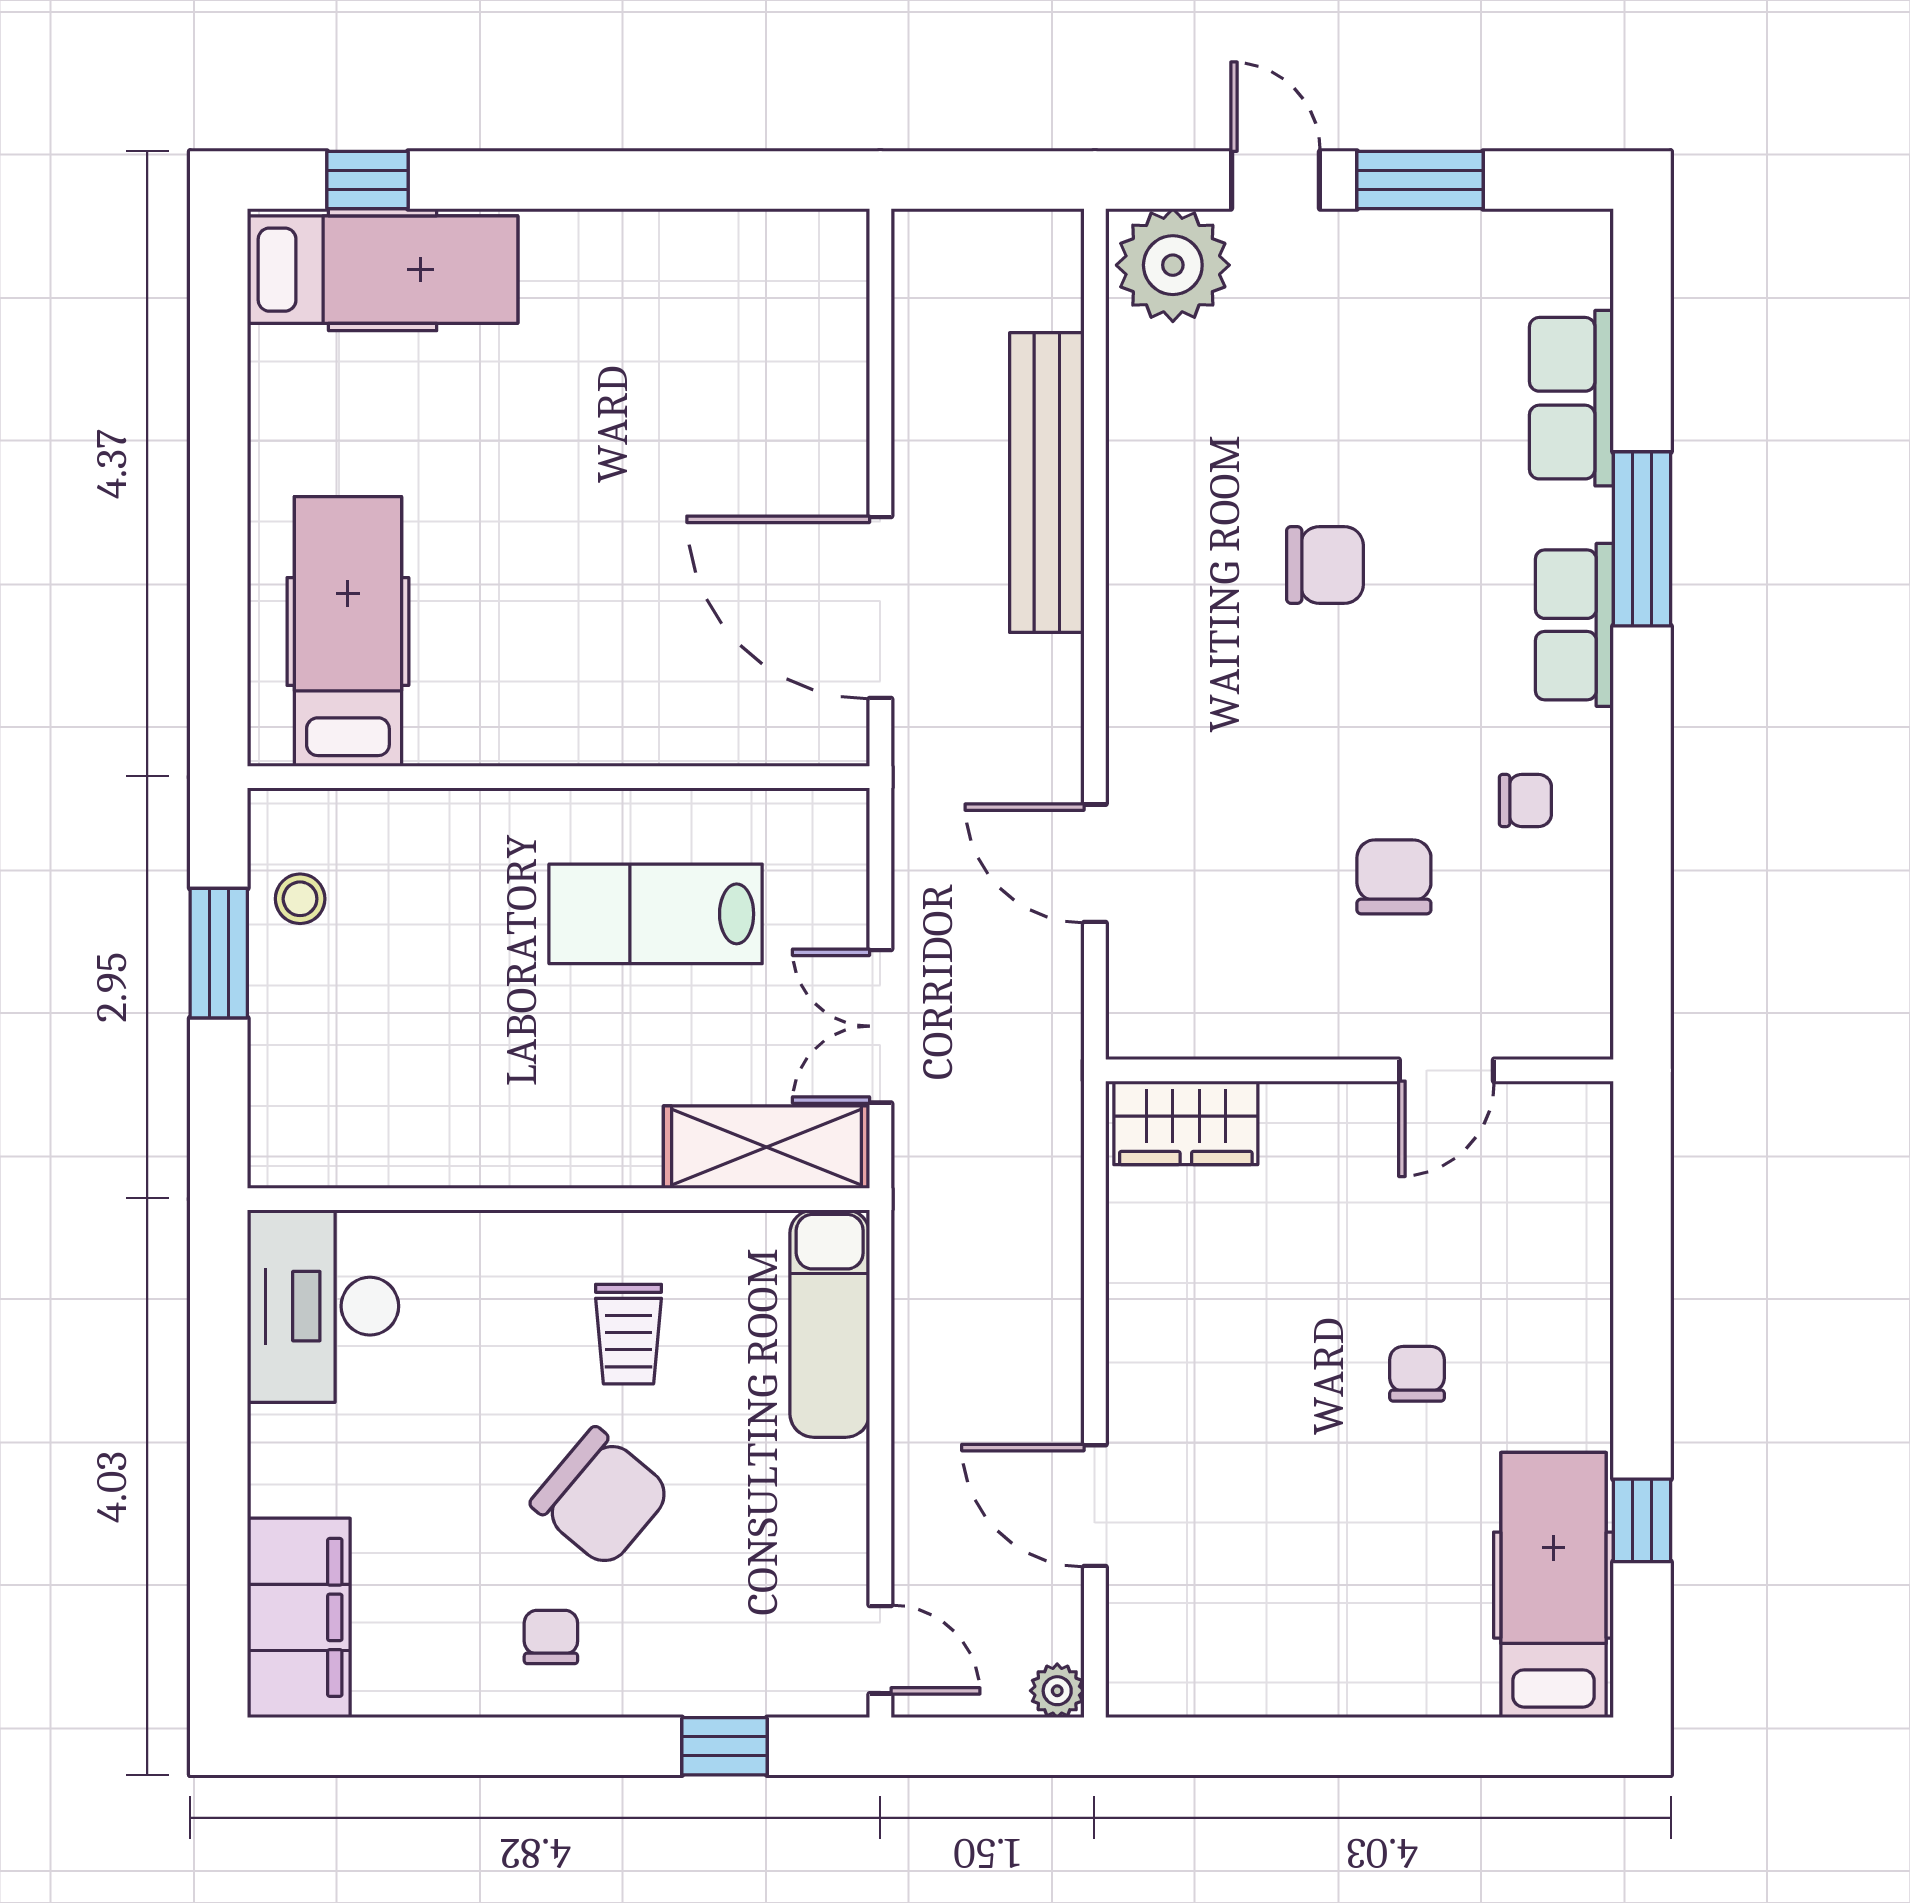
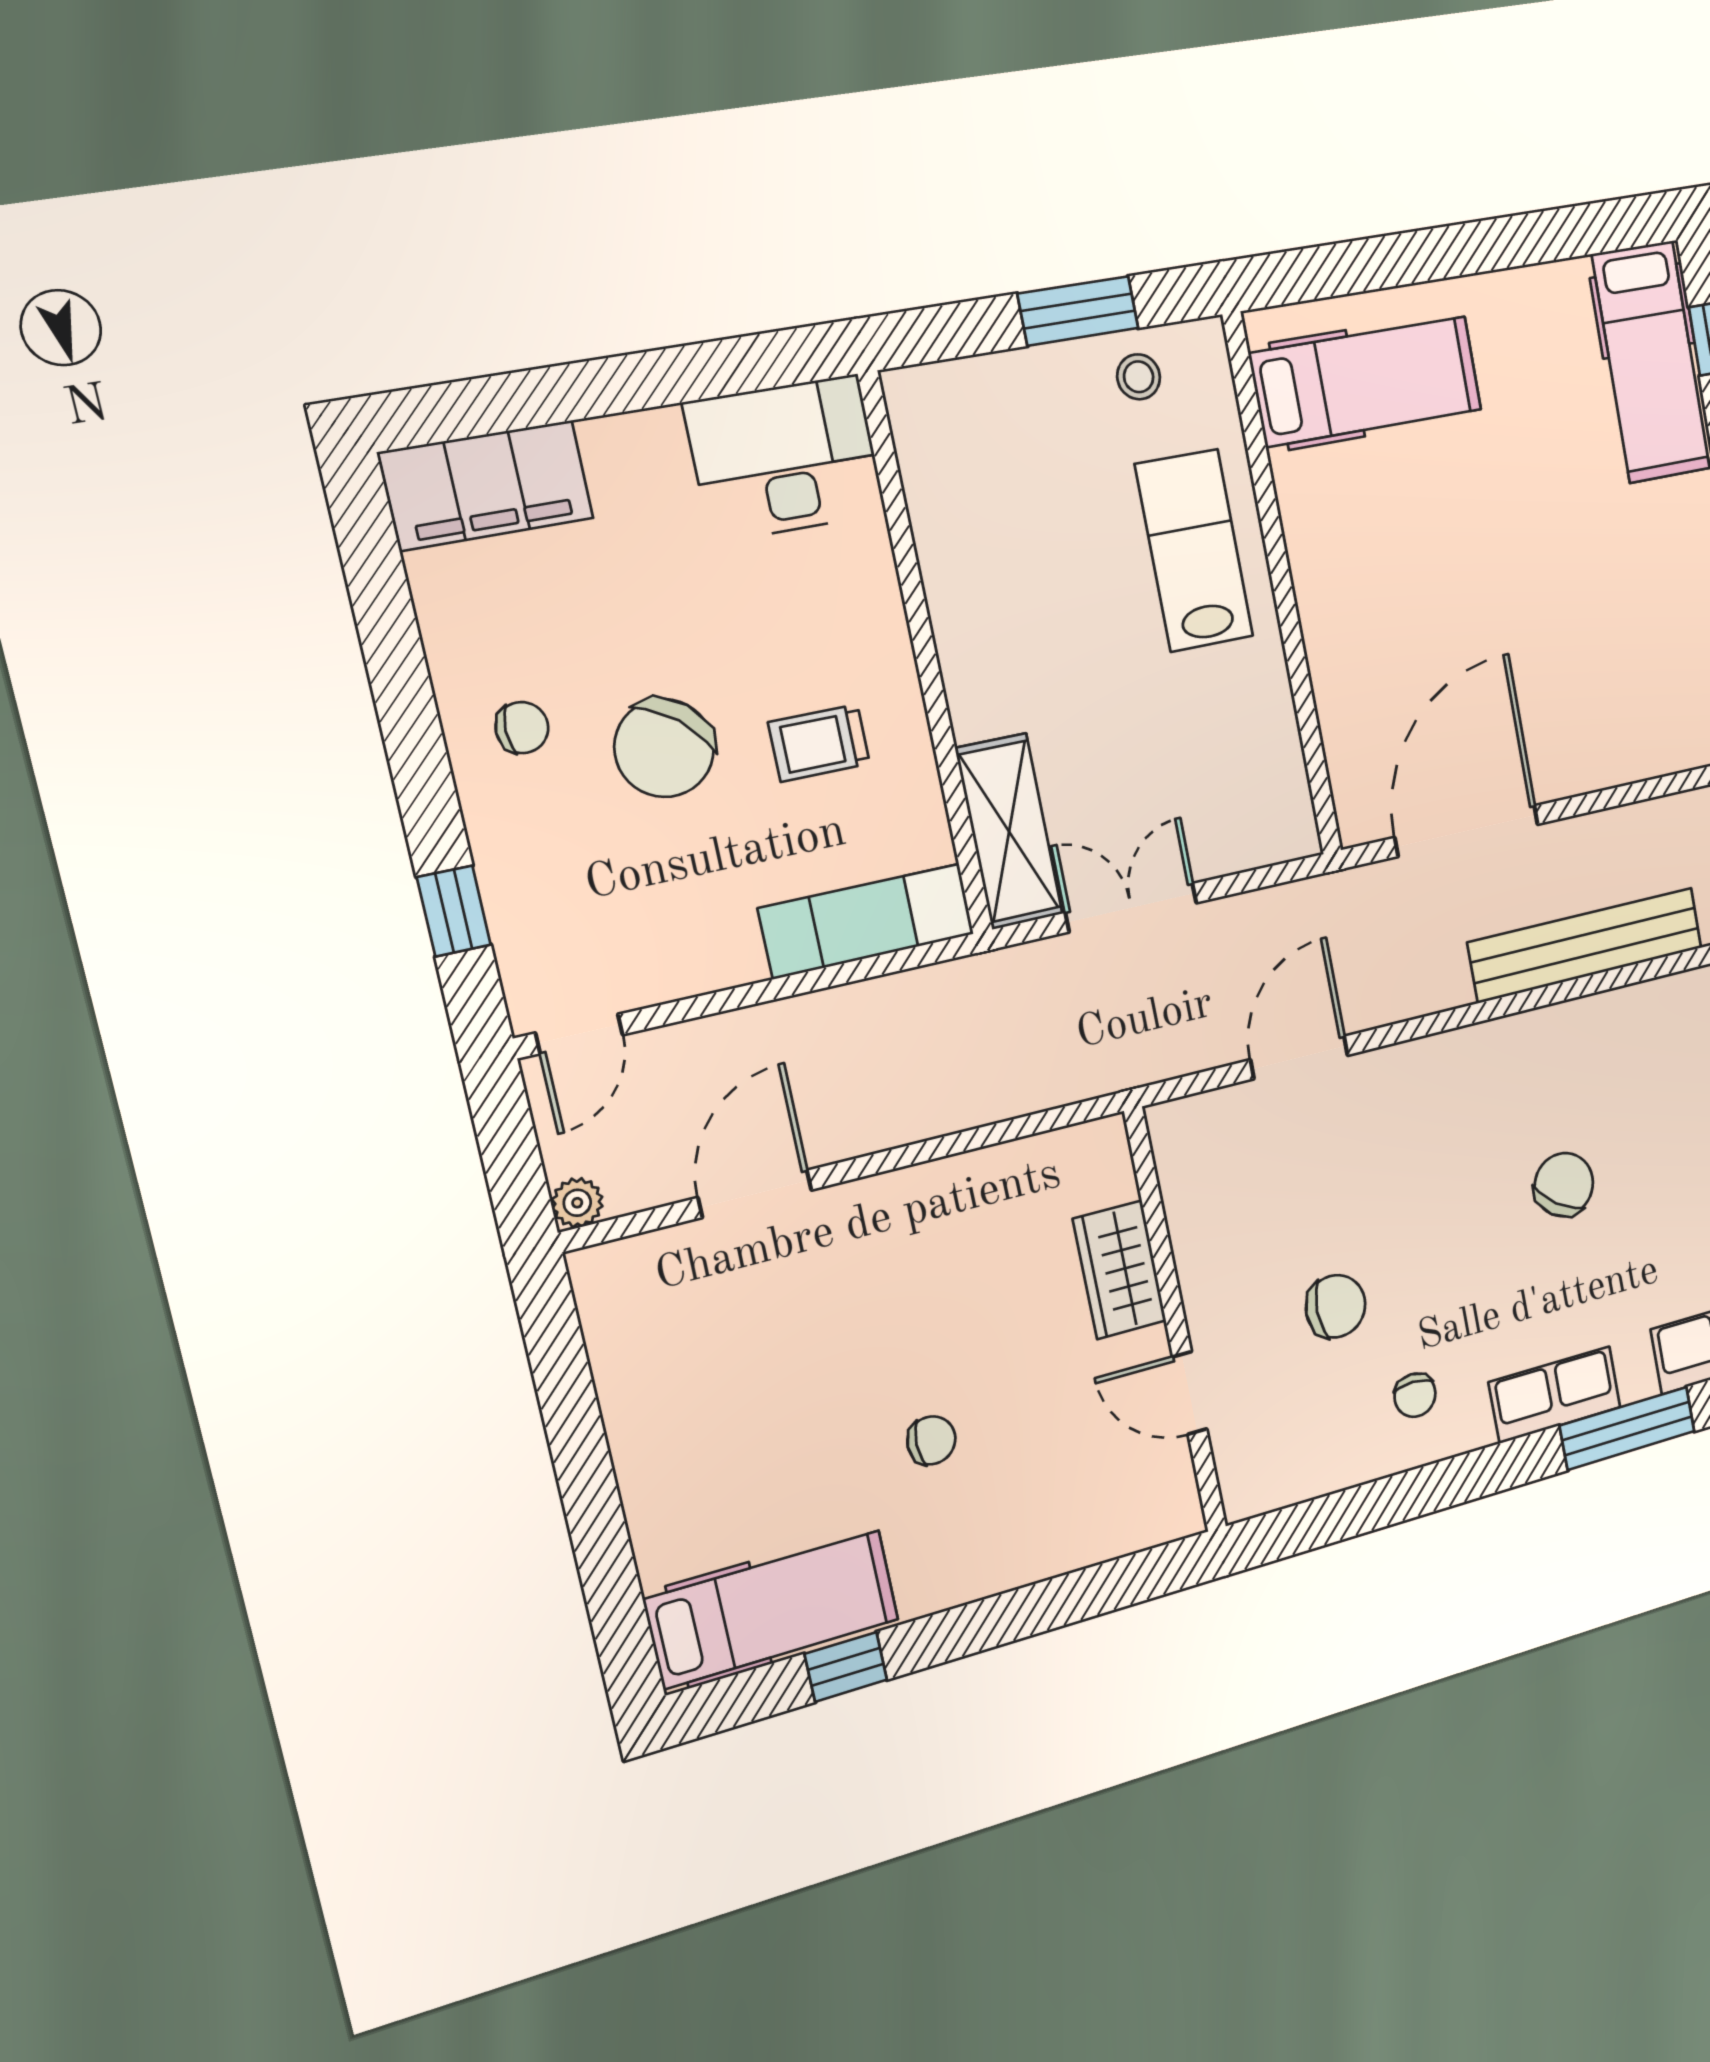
chair: (1325, 565) -> (1564, 1185), turned -144
lab bench: (656, 914) -> (1194, 551), moved
wardrobe: (1186, 1123) -> (1120, 1270), moved

